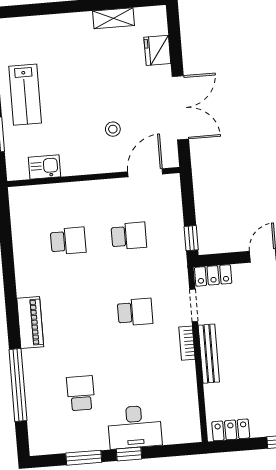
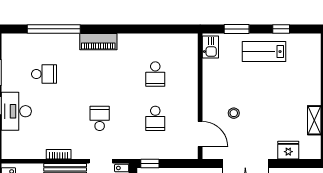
kitchen sink: (44, 167) -> (210, 47), moved
school desk: (135, 312) -> (100, 118), turned 180
bookcase: (187, 343) -> (59, 154), moved

